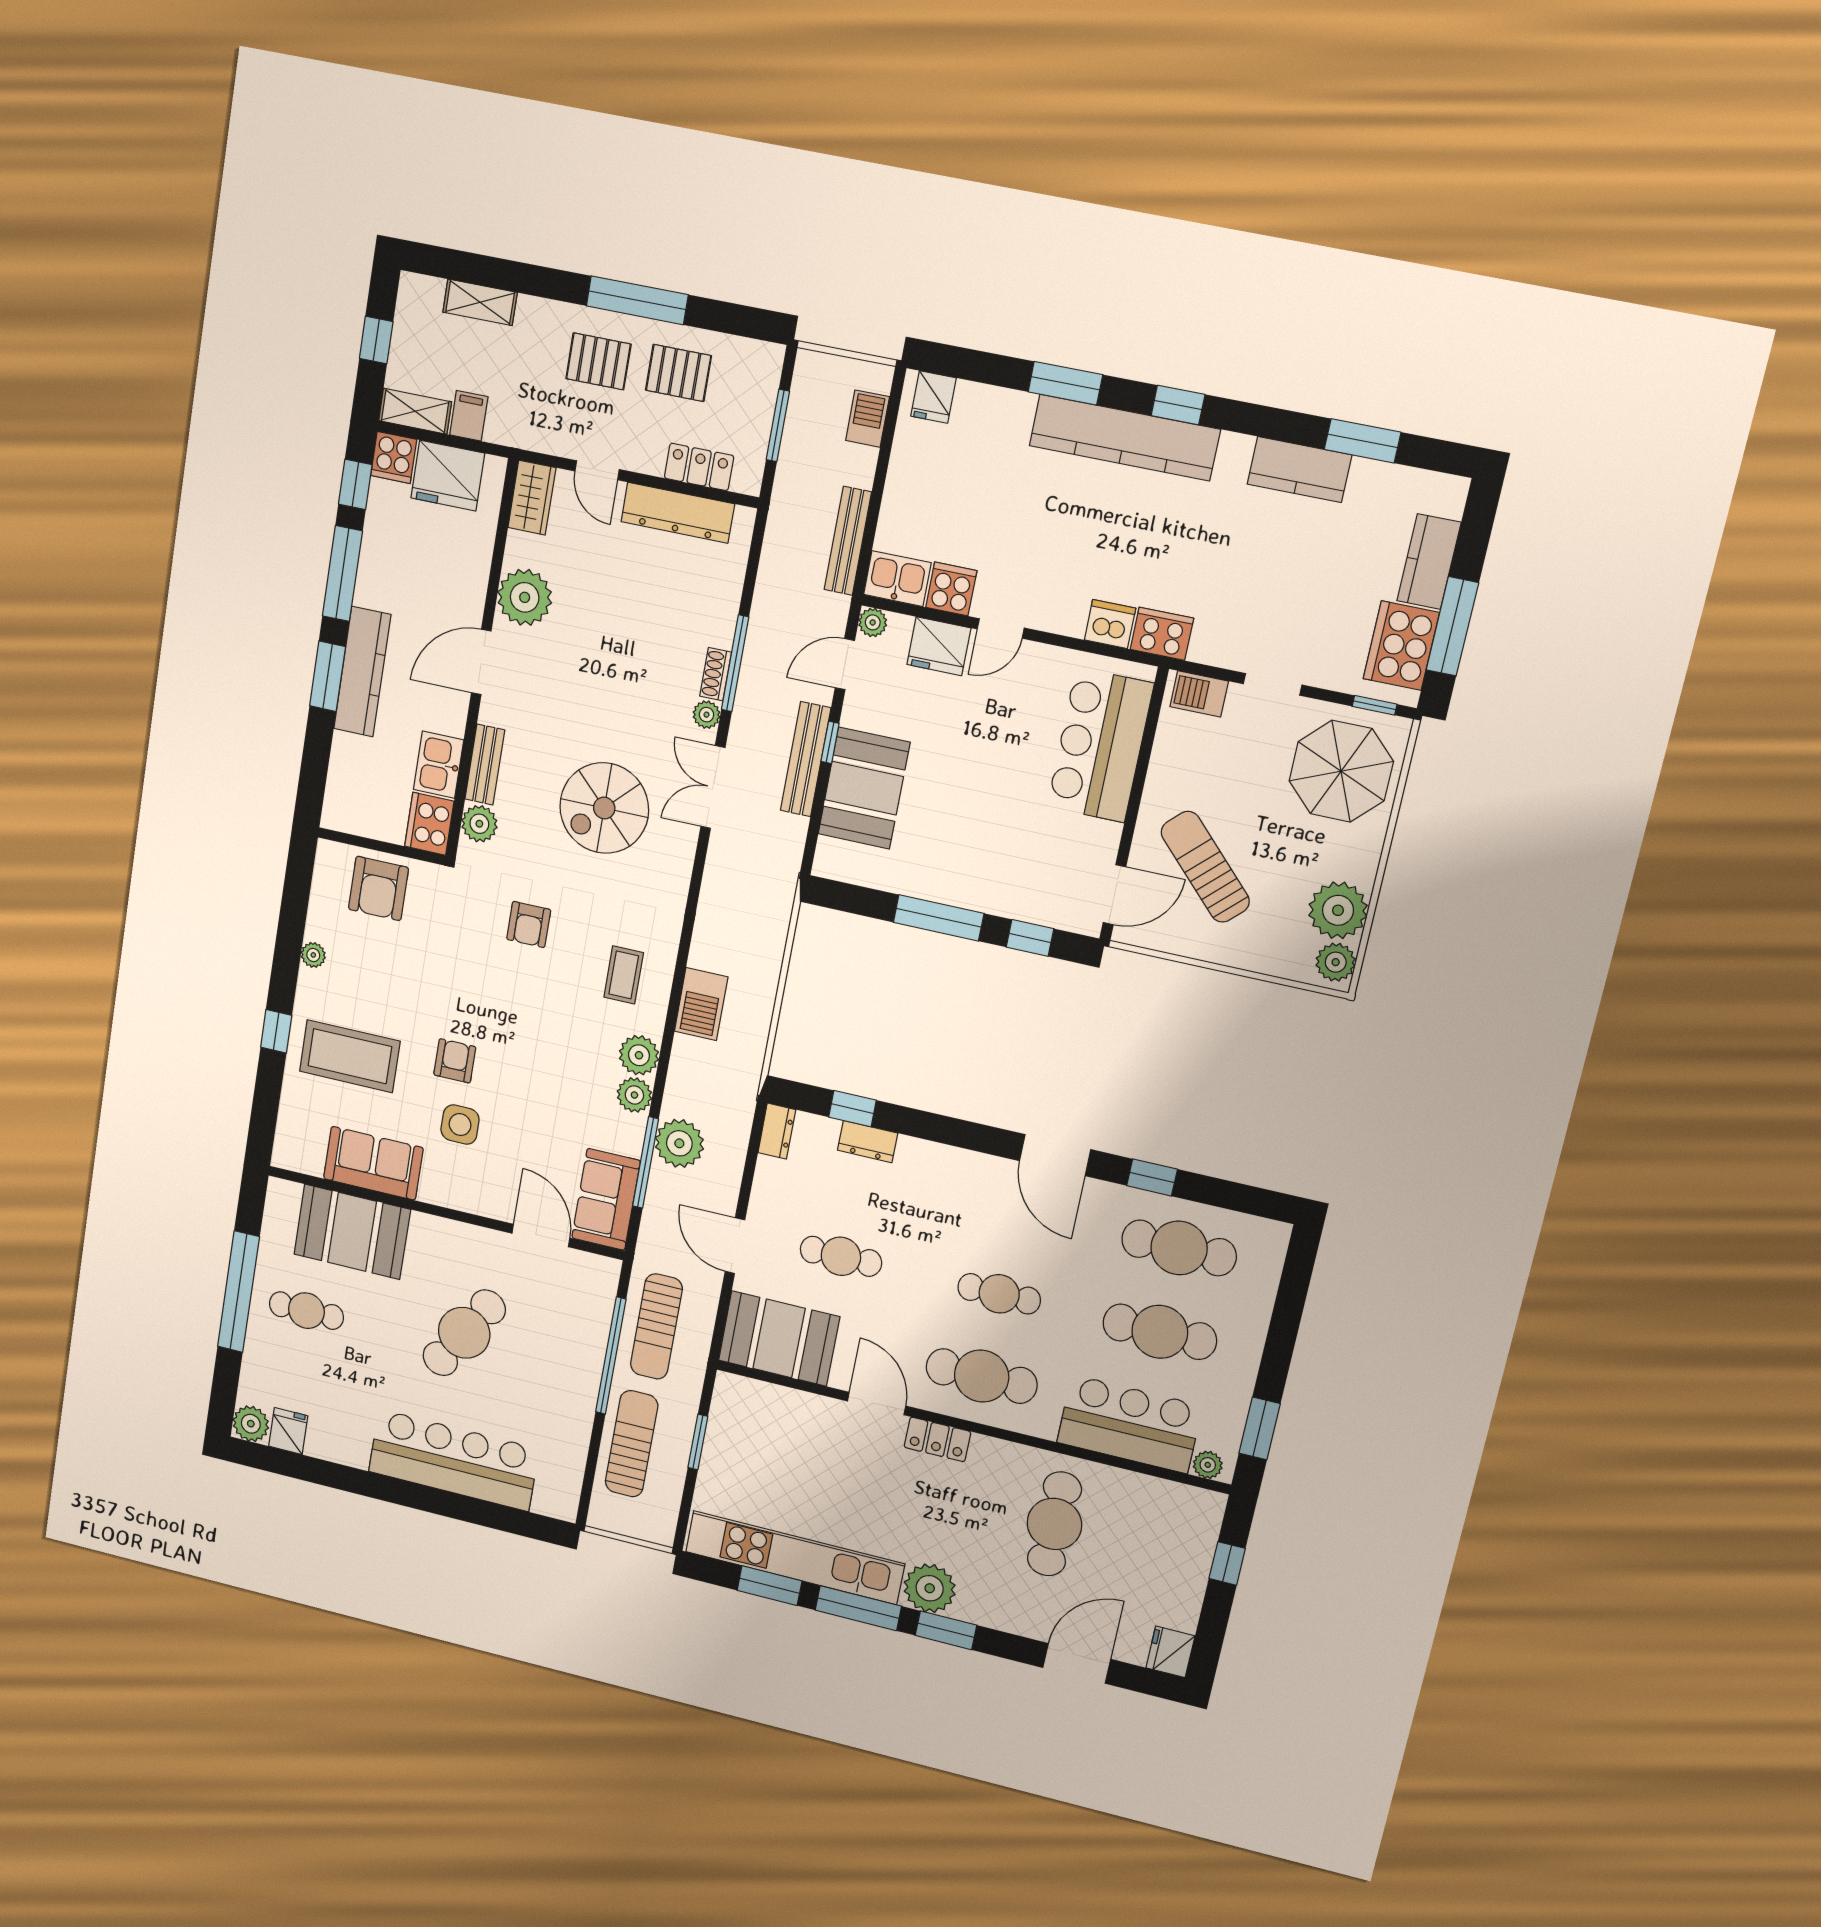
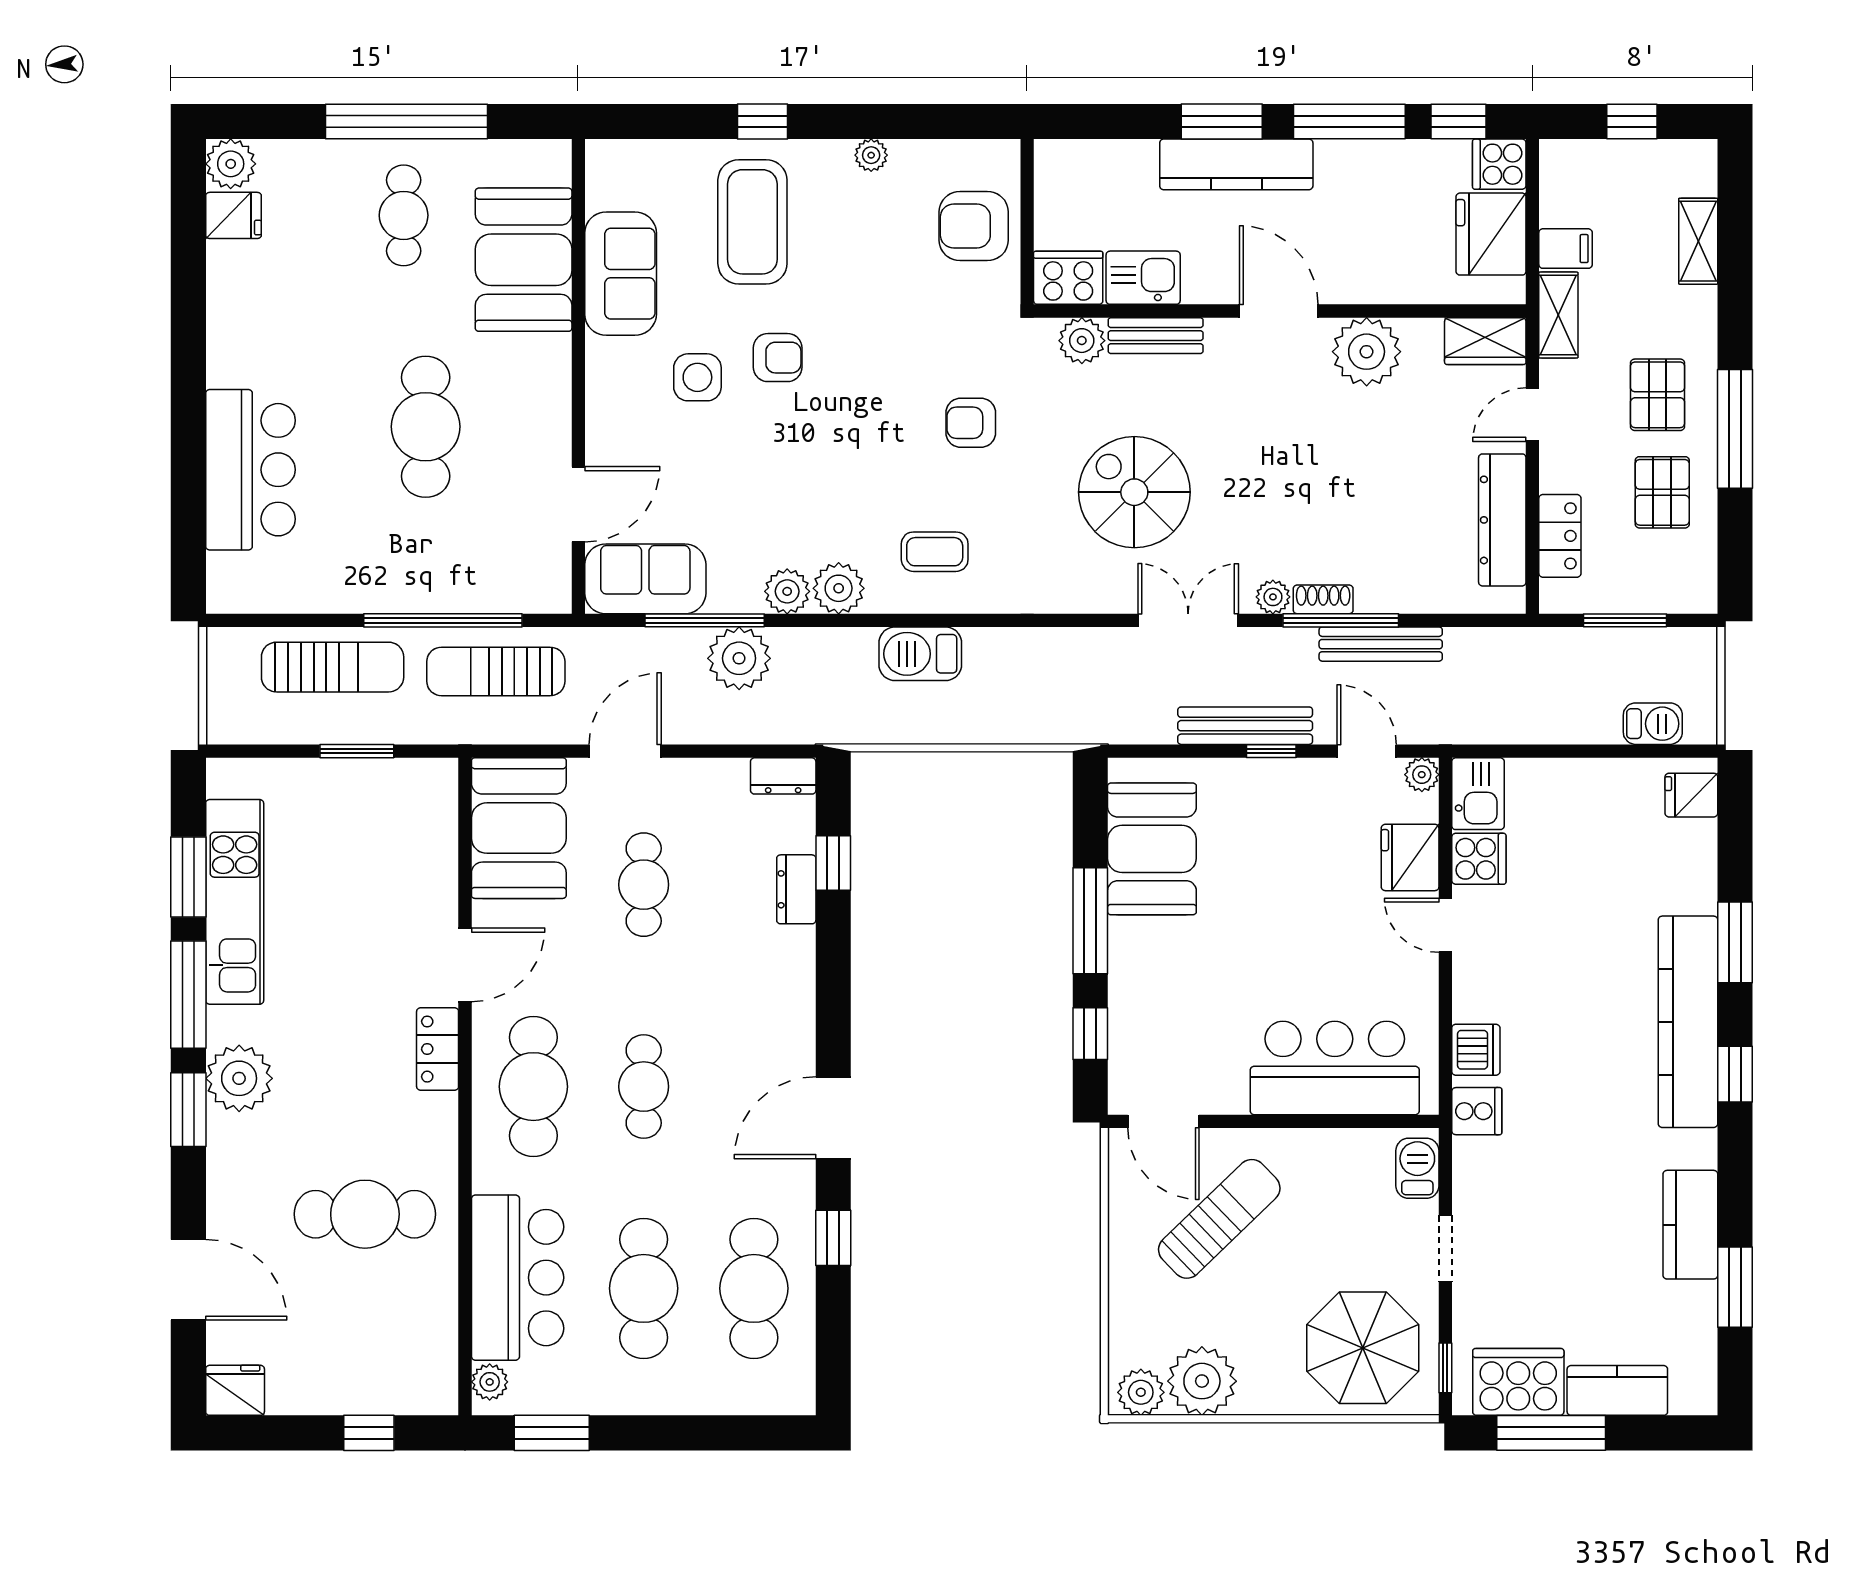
shelving: (415, 411) -> (1558, 315), moved
bench: (848, 541) -> (1381, 644), moved
cooker: (1162, 634) -> (1477, 1111), width x0.73
booth: (864, 788) -> (1152, 849), moved, turned 90
cafe table: (464, 1333) -> (426, 427), turned 59
bar counter: (454, 1460) -> (250, 470), width x0.73
kitchen unit: (795, 1558) -> (235, 902), width x0.73

